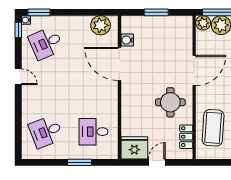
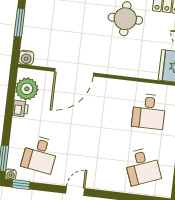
printer: (83, 22) -> (20, 109), added
water cooler: (127, 40) -> (26, 58), moved
desk: (46, 43) -> (40, 154), turned 33

